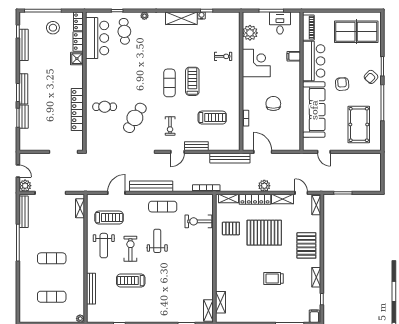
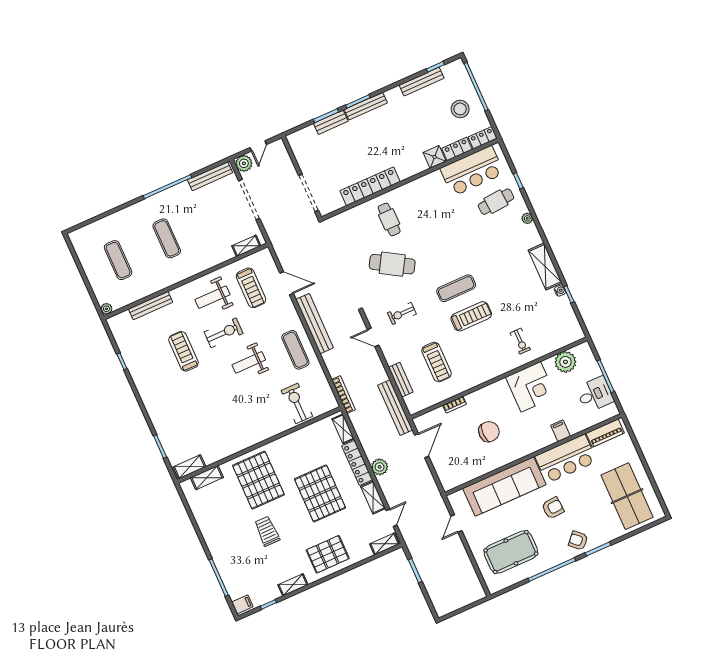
bench: (196, 146) -> (401, 380), moved
pallet: (231, 228) -> (258, 480), moved, width x2.05, depth x2.00
weight bench: (157, 241) -> (249, 362), turned 180

